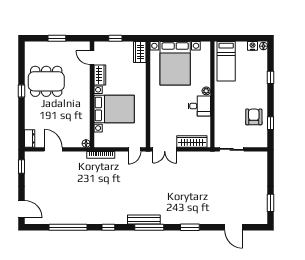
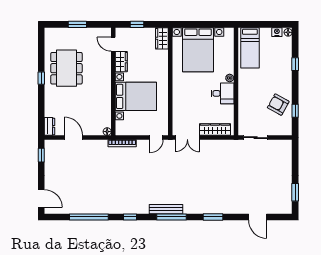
dining table: (46, 81) -> (66, 68), turned 90
armchair: (254, 117) -> (278, 105), turned -61

